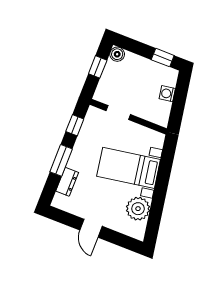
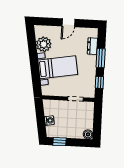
window: (98, 67) -> (97, 123), removed
door: (91, 228) -> (68, 23), swing flipped

